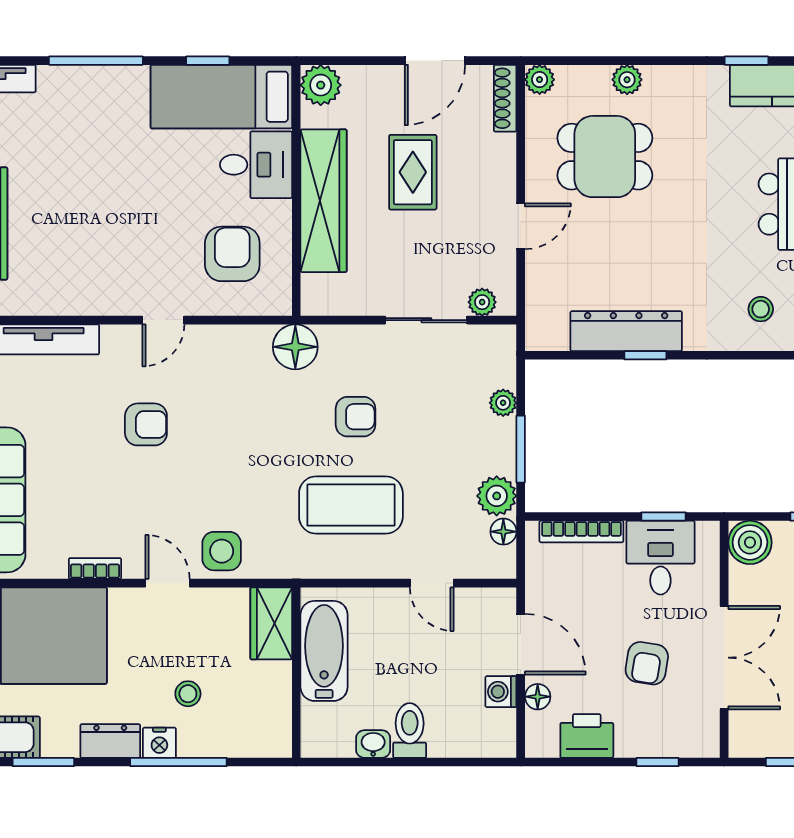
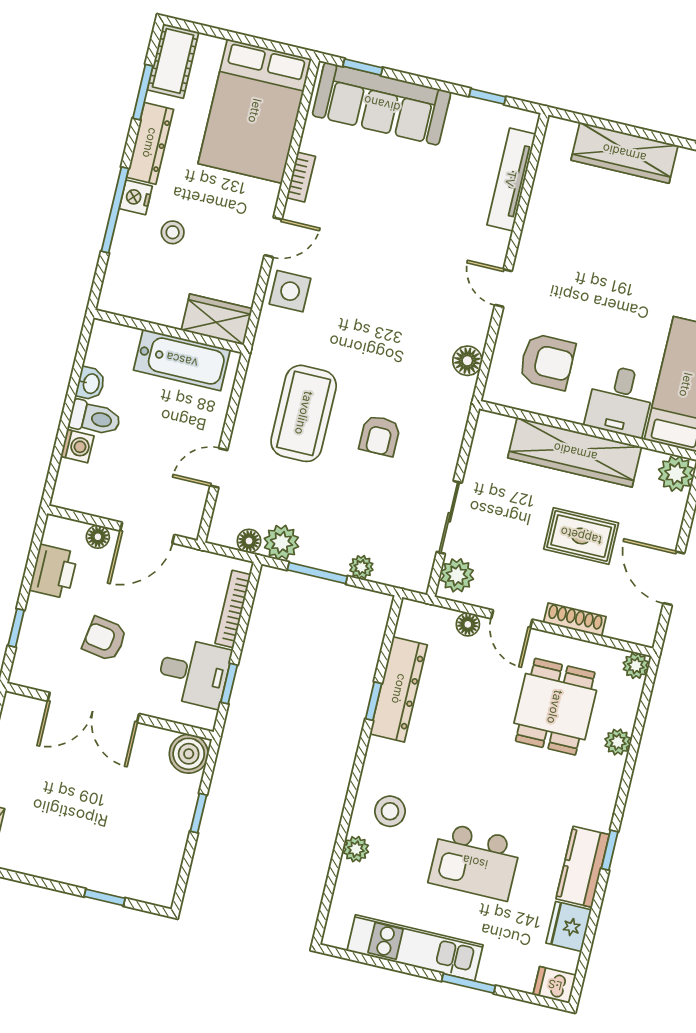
shoe rack: (505, 98) -> (575, 620), moved
floor lamp: (538, 273) -> (468, 624), added
plant: (482, 302) -> (457, 575), width x1.38, depth x1.38
stool: (761, 309) -> (390, 811), width x1.37, depth x1.37
floor lamp: (295, 347) -> (467, 361), moved, width x0.73, depth x0.73
armchair: (146, 424) -> (416, 251), removed
washing machine: (501, 692) -> (77, 446), moved, turned 90
dresser: (110, 741) -> (150, 143), width x1.44

